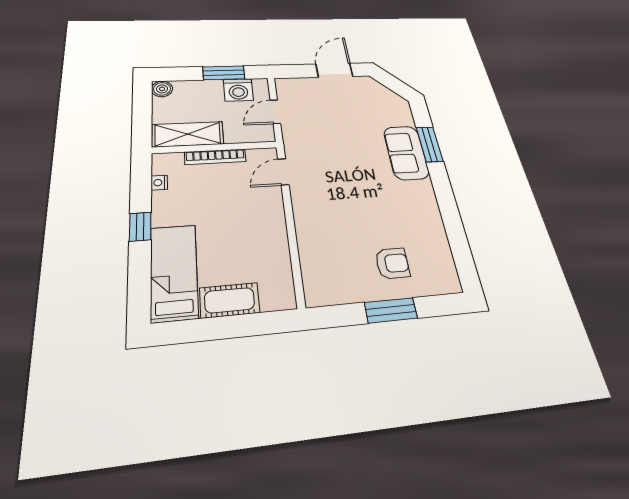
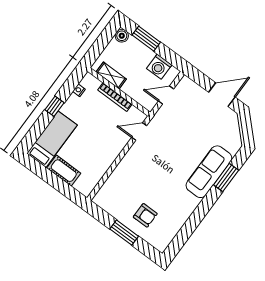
window: (224, 73) -> (146, 39), moved
shelving: (188, 134) -> (111, 75), width x0.67, depth x0.75
sofa: (406, 153) -> (209, 172), width x1.36

